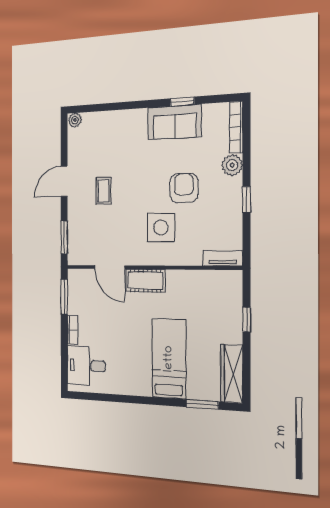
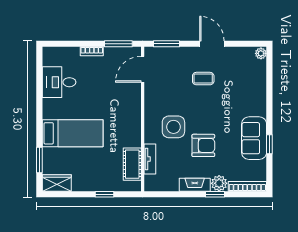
fireplace: (234, 198) -> (195, 185), added
window: (246, 199) -> (215, 194), moved
tv unit: (223, 258) -> (150, 159), moved
door: (110, 267) -> (143, 69), moved
cot: (145, 281) -> (132, 164), moved
desk: (86, 366) -> (59, 82), moved, turned -90
wardrobe: (232, 374) -> (57, 183), width x0.67

